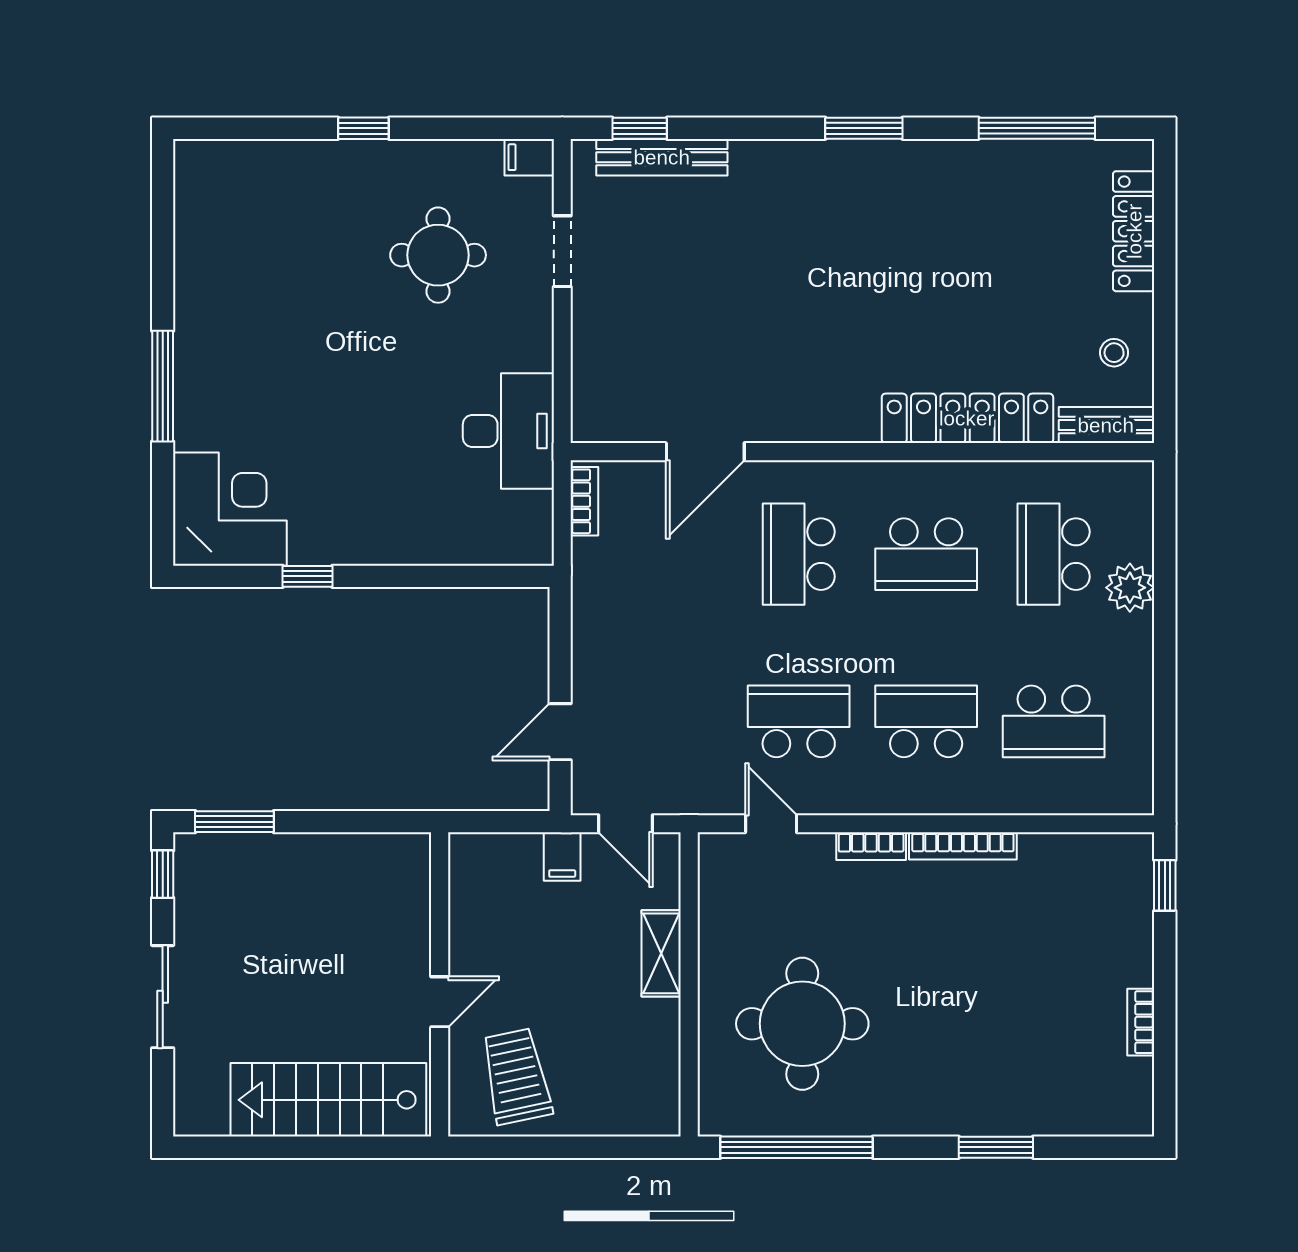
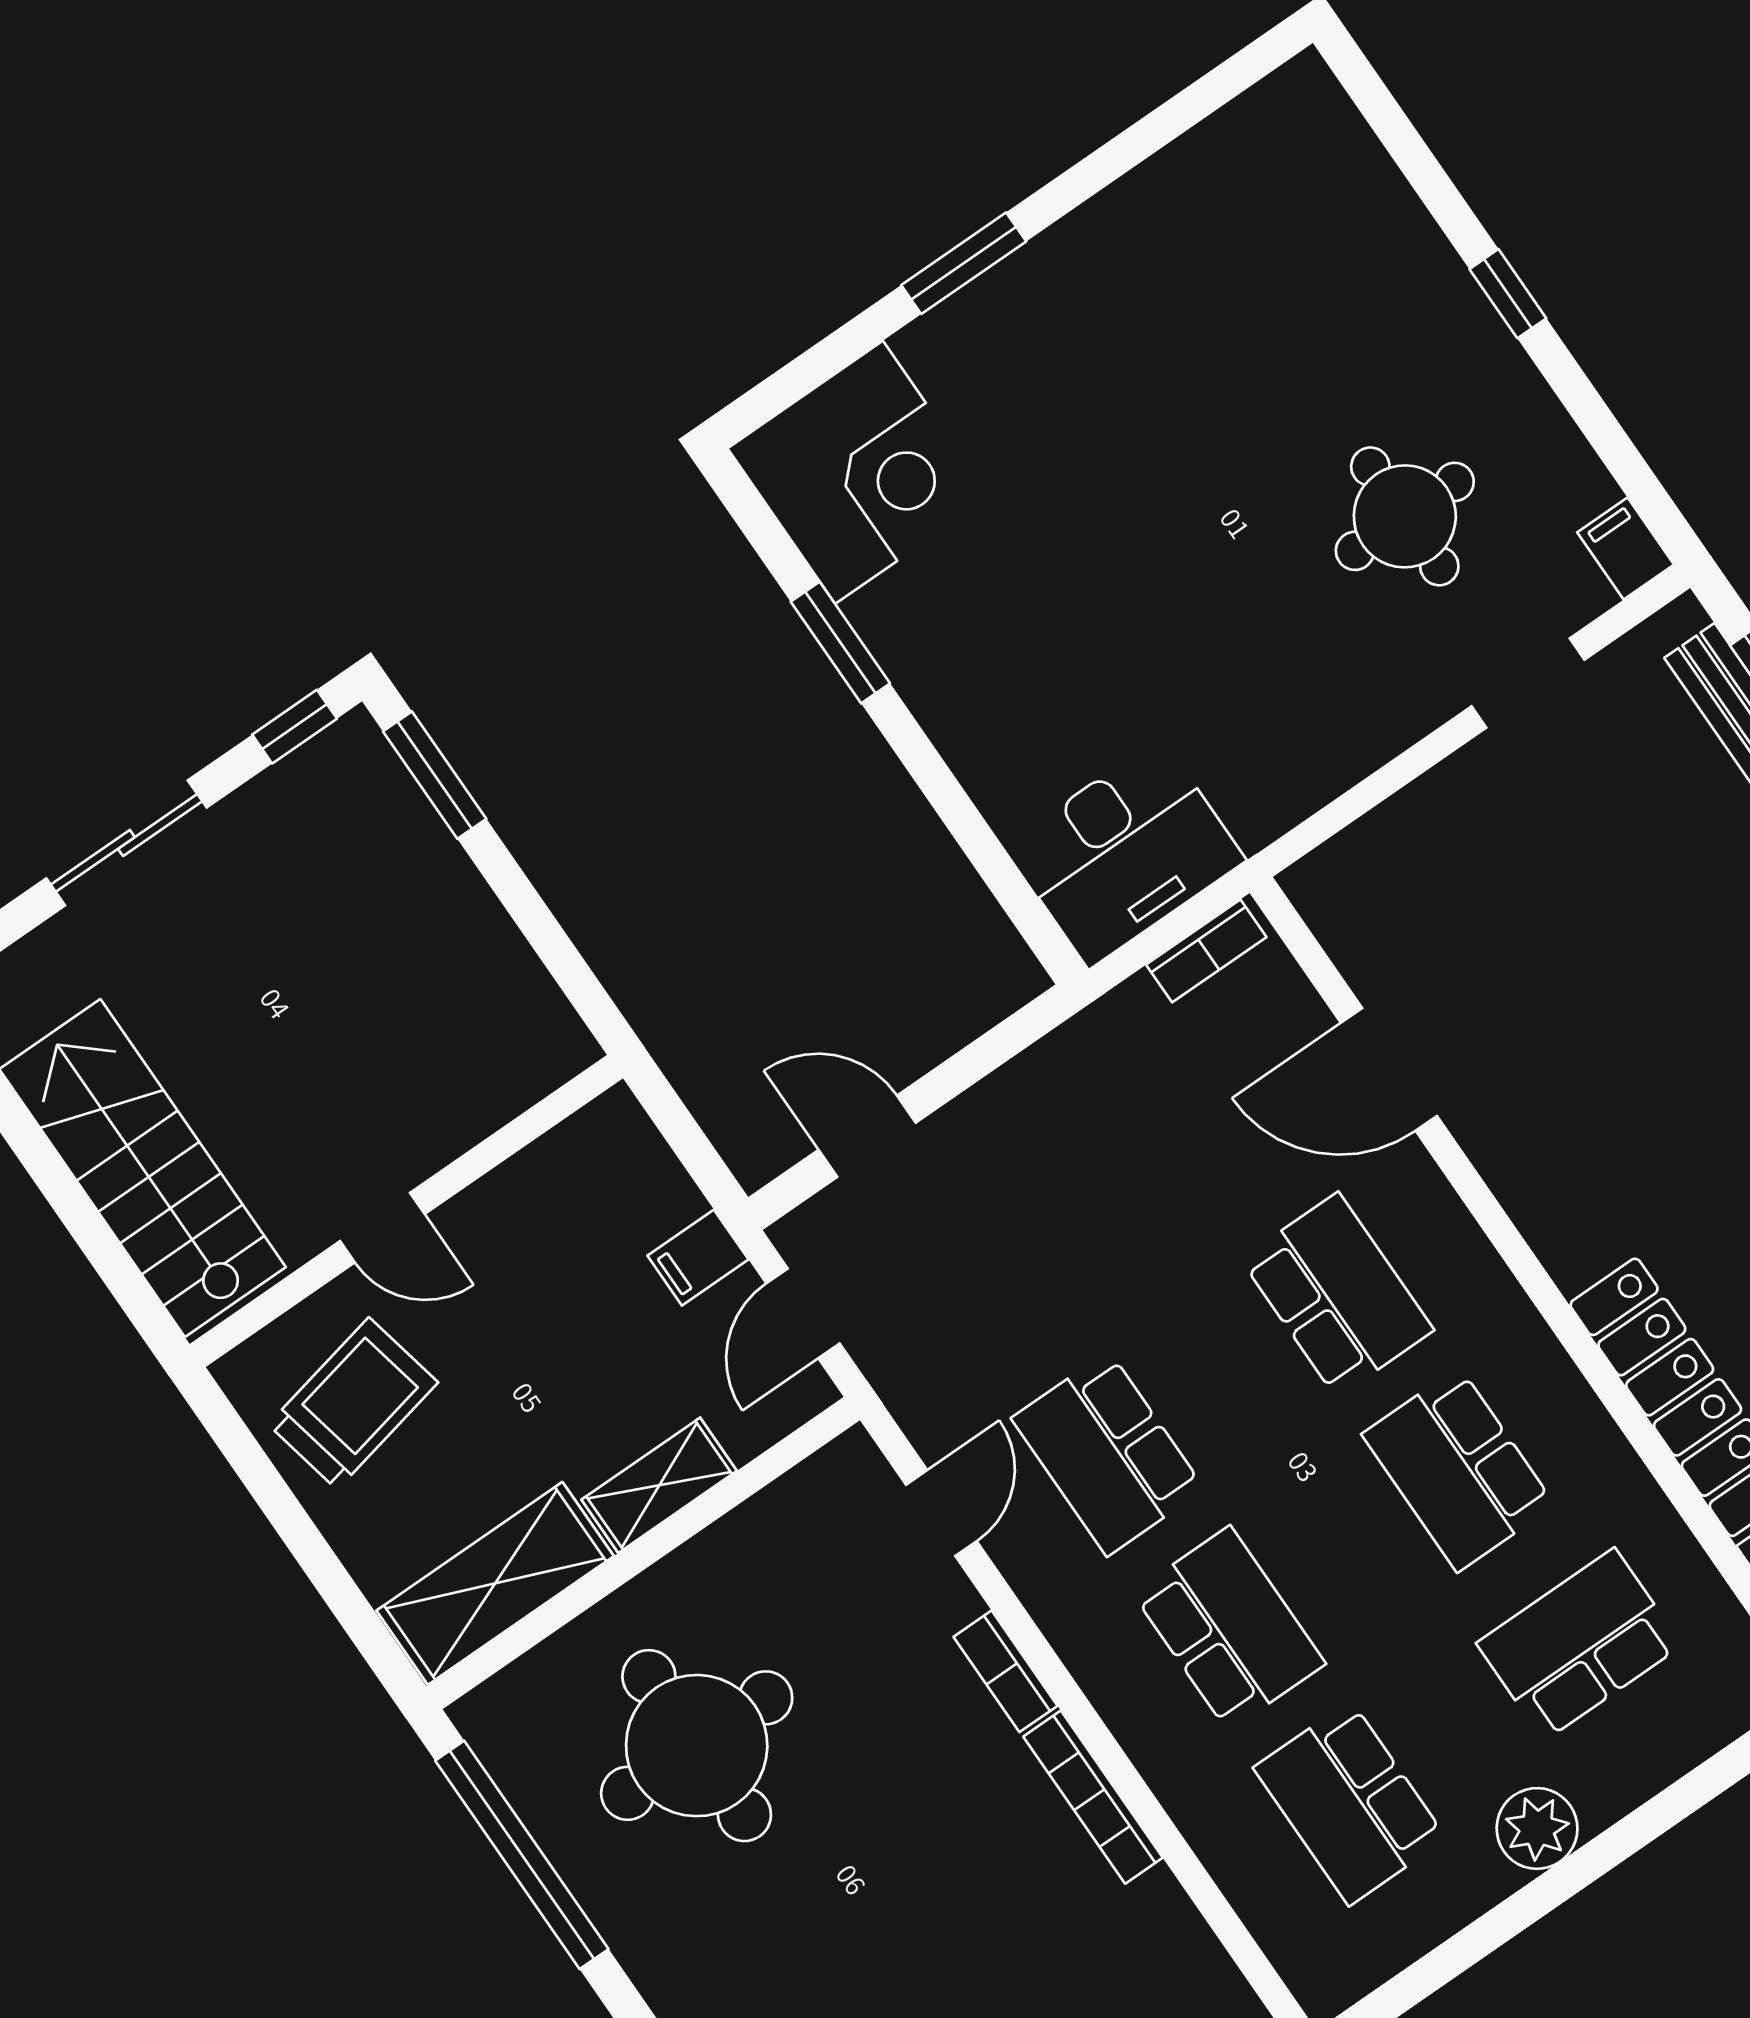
window: (163, 386) -> (964, 263), width x0.69
desk: (508, 431) -> (1125, 853), moved
school desk: (799, 554) -> (1337, 1295), turned 90
window: (308, 576) -> (840, 642), width x1.50
plant: (1130, 588) -> (1537, 1828), moved
school desk: (799, 721) -> (1108, 1454), turned 180
shelving: (654, 1068) -> (495, 1583), added

